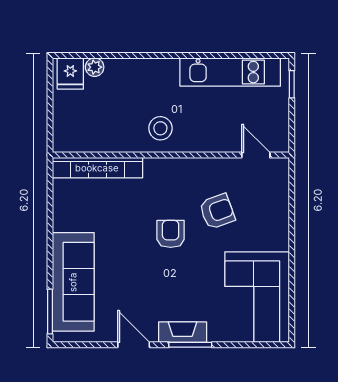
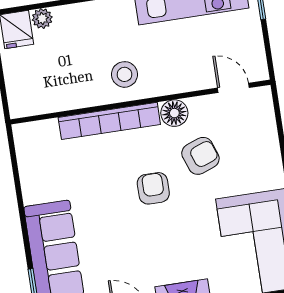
bookcase: (97, 168) -> (109, 121), moved
floor lamp: (200, 170) -> (174, 113), added

